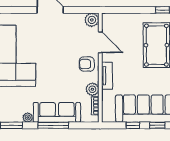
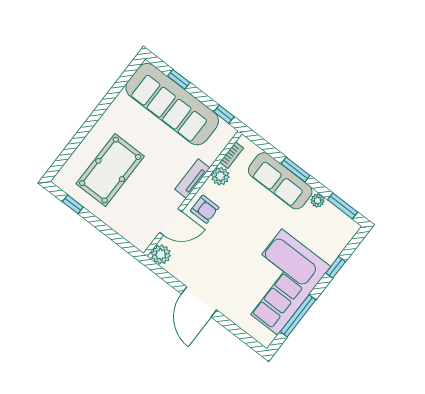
door: (100, 42) -> (171, 222), swing flipped
window: (53, 125) -> (296, 170), width x0.69
window: (133, 125) -> (224, 114), moved

